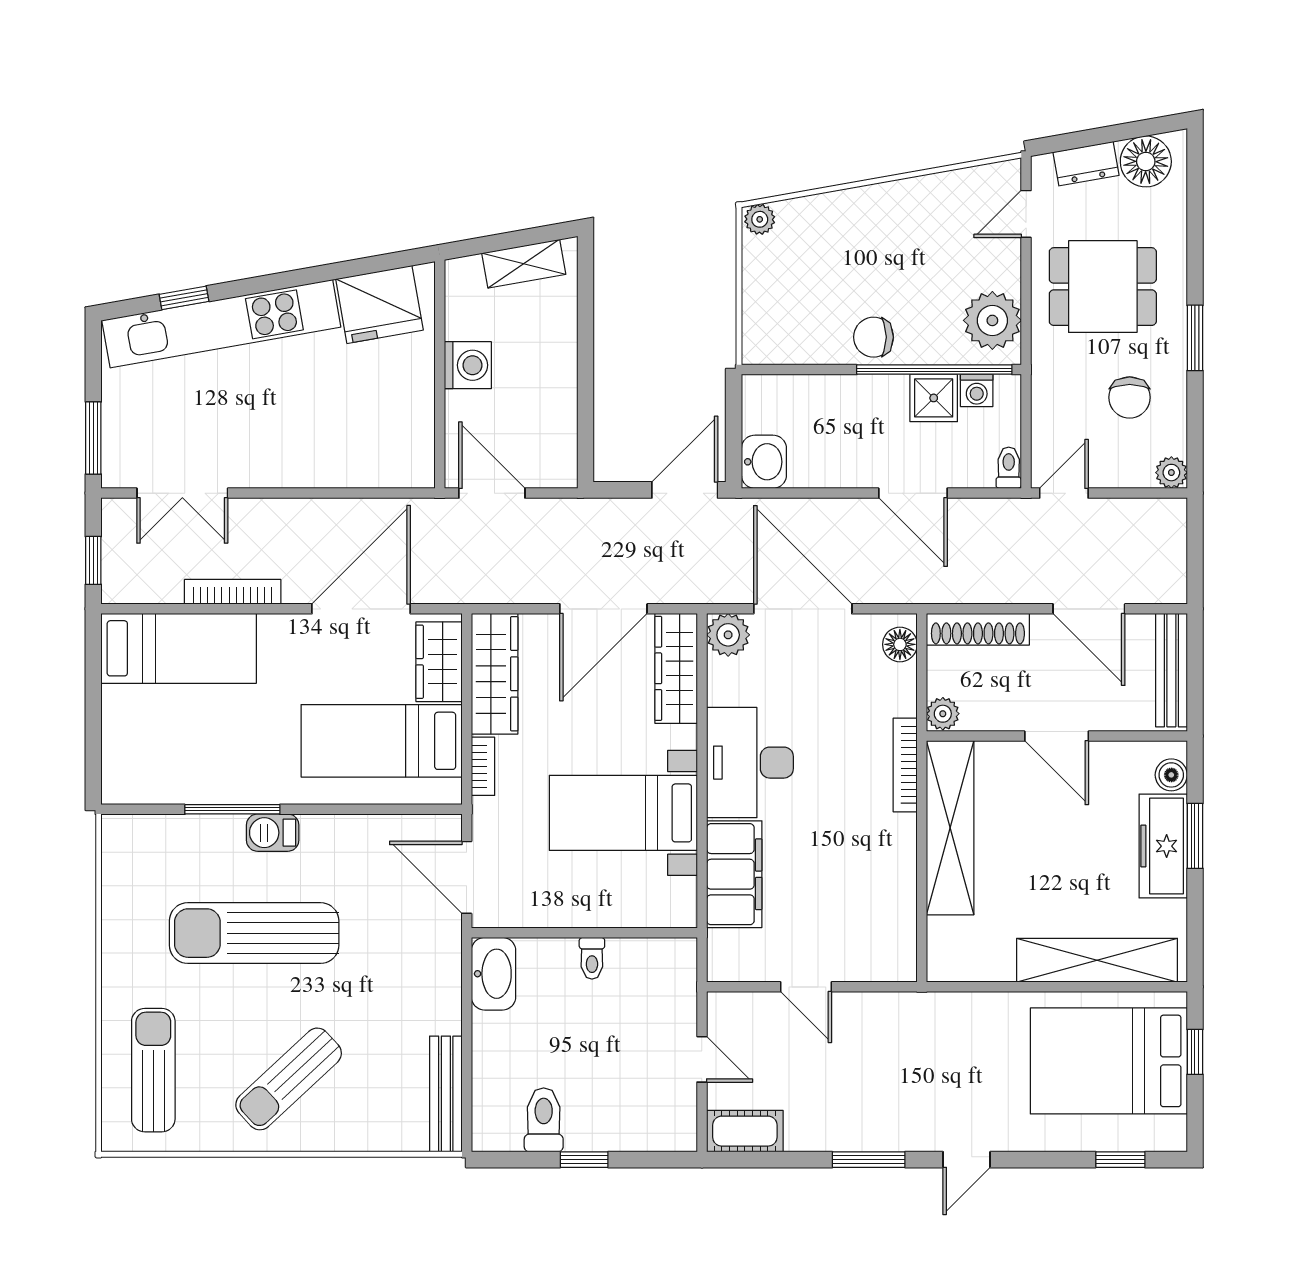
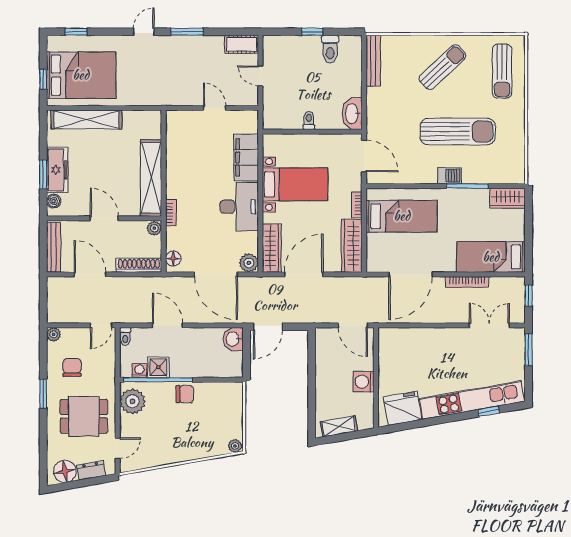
wardrobe: (439, 662) -> (508, 198), moved, turned 90
bookcase: (905, 765) -> (171, 213), width x0.64

